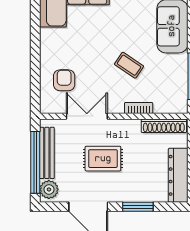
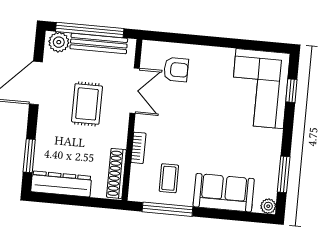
coffee table: (129, 65) -> (169, 178), moved, turned -34
window: (138, 207) -> (29, 156), moved

